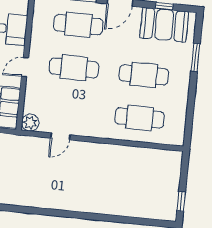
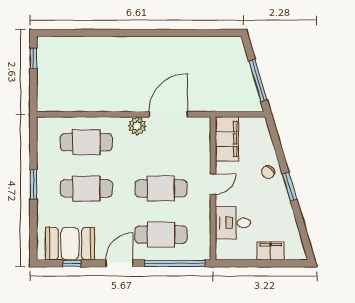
window: (195, 57) -> (33, 184), moved
plant: (30, 123) -> (137, 126), moved
door: (60, 136) -> (168, 114), width x1.87

